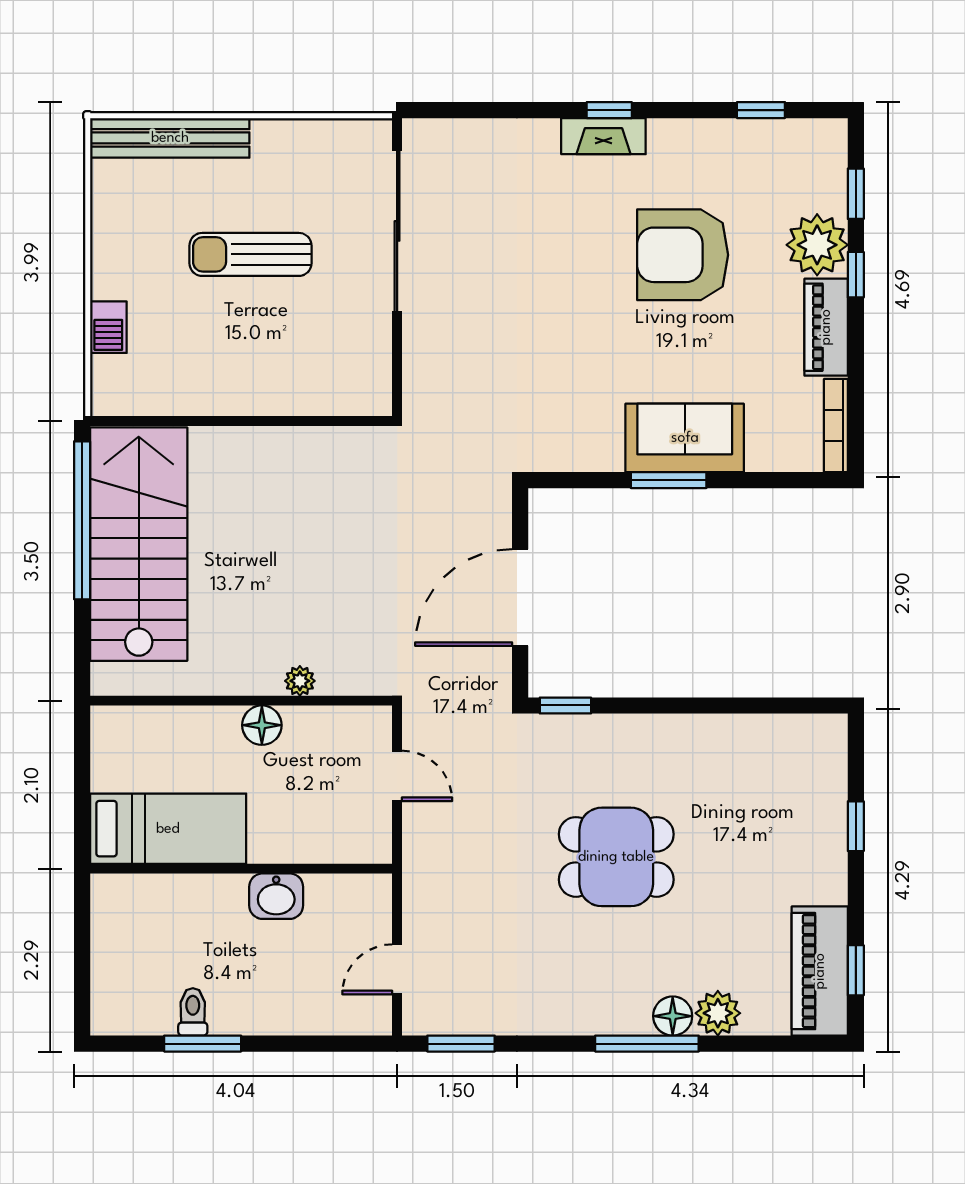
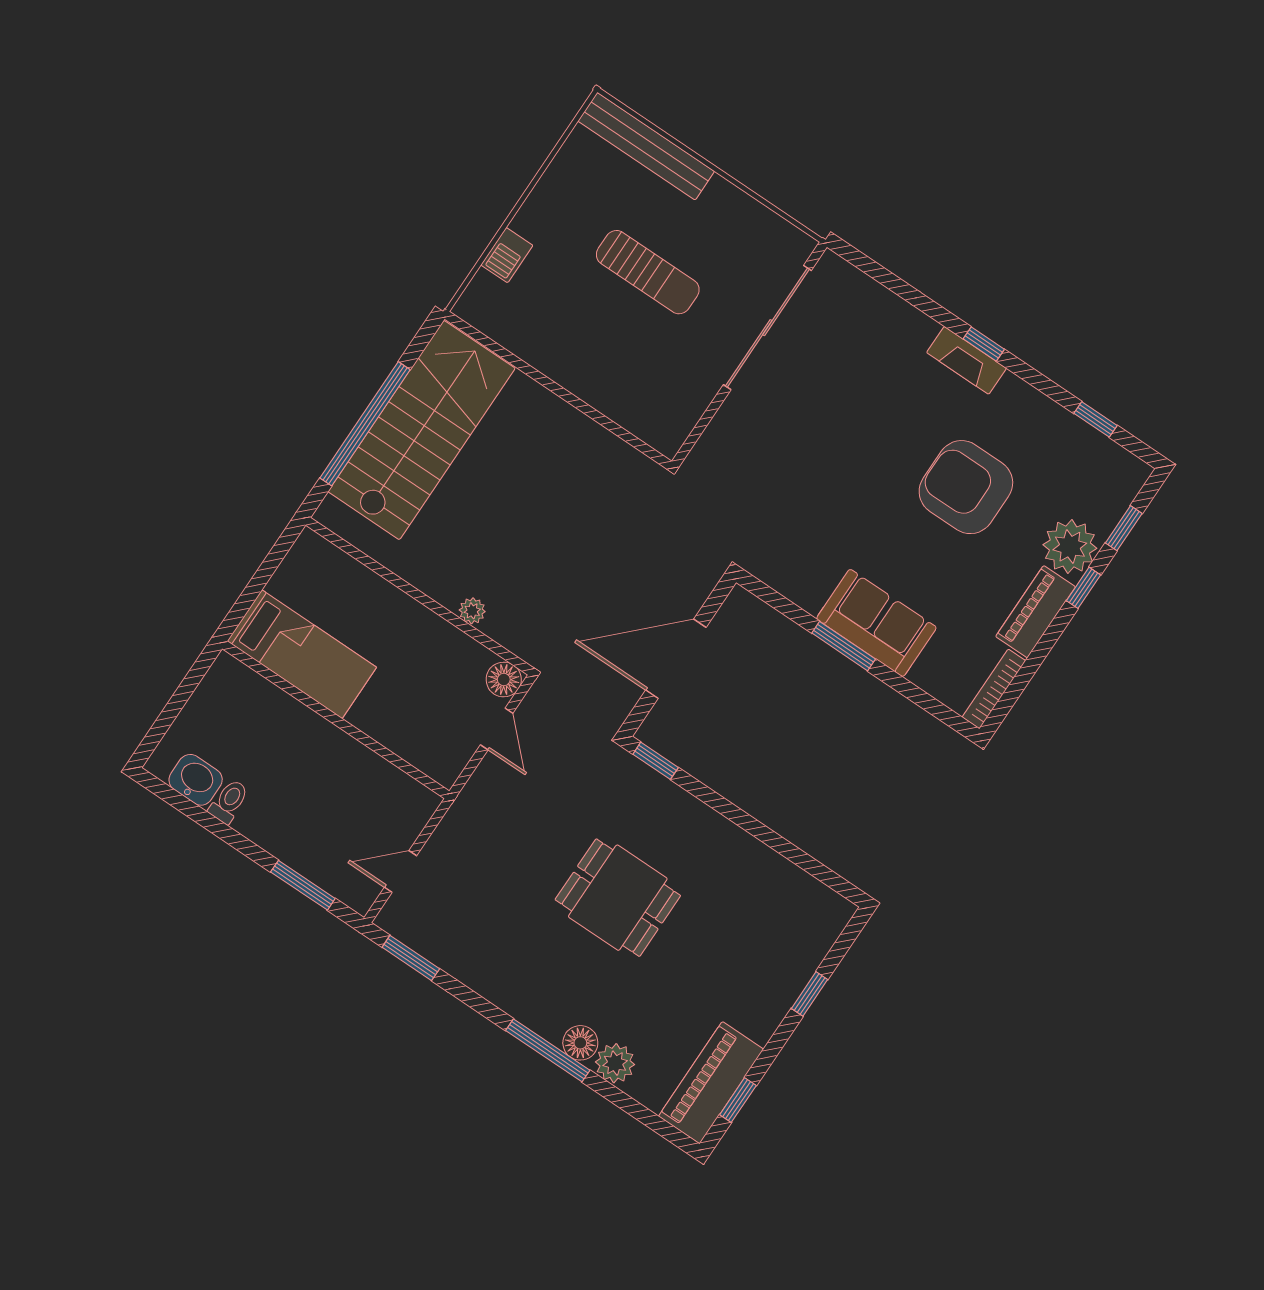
sun lounger: (250, 254) -> (648, 272), turned 180
window: (82, 520) -> (365, 424), moved
floor lamp: (262, 725) -> (504, 680), moved
washbasin: (276, 896) -> (196, 780), moved, turned 180
window: (203, 1044) -> (303, 885), moved

